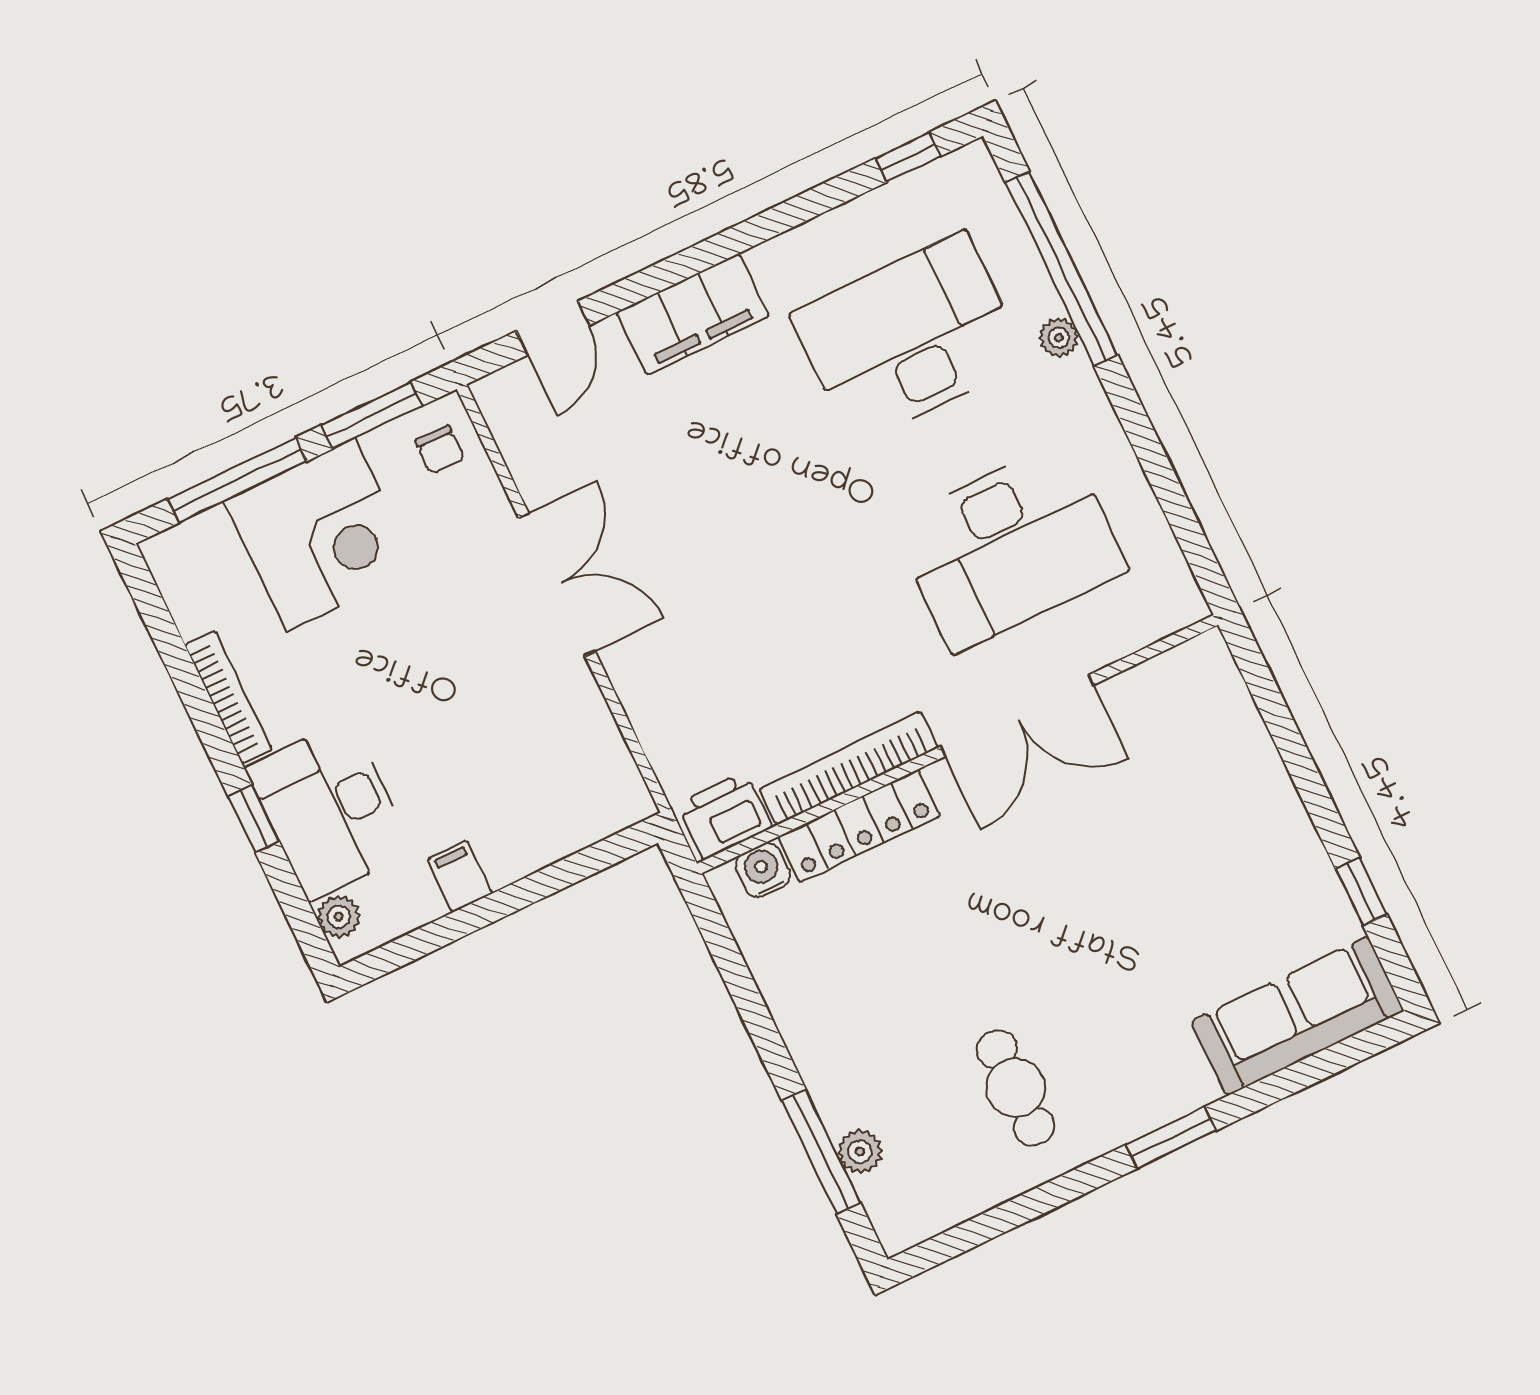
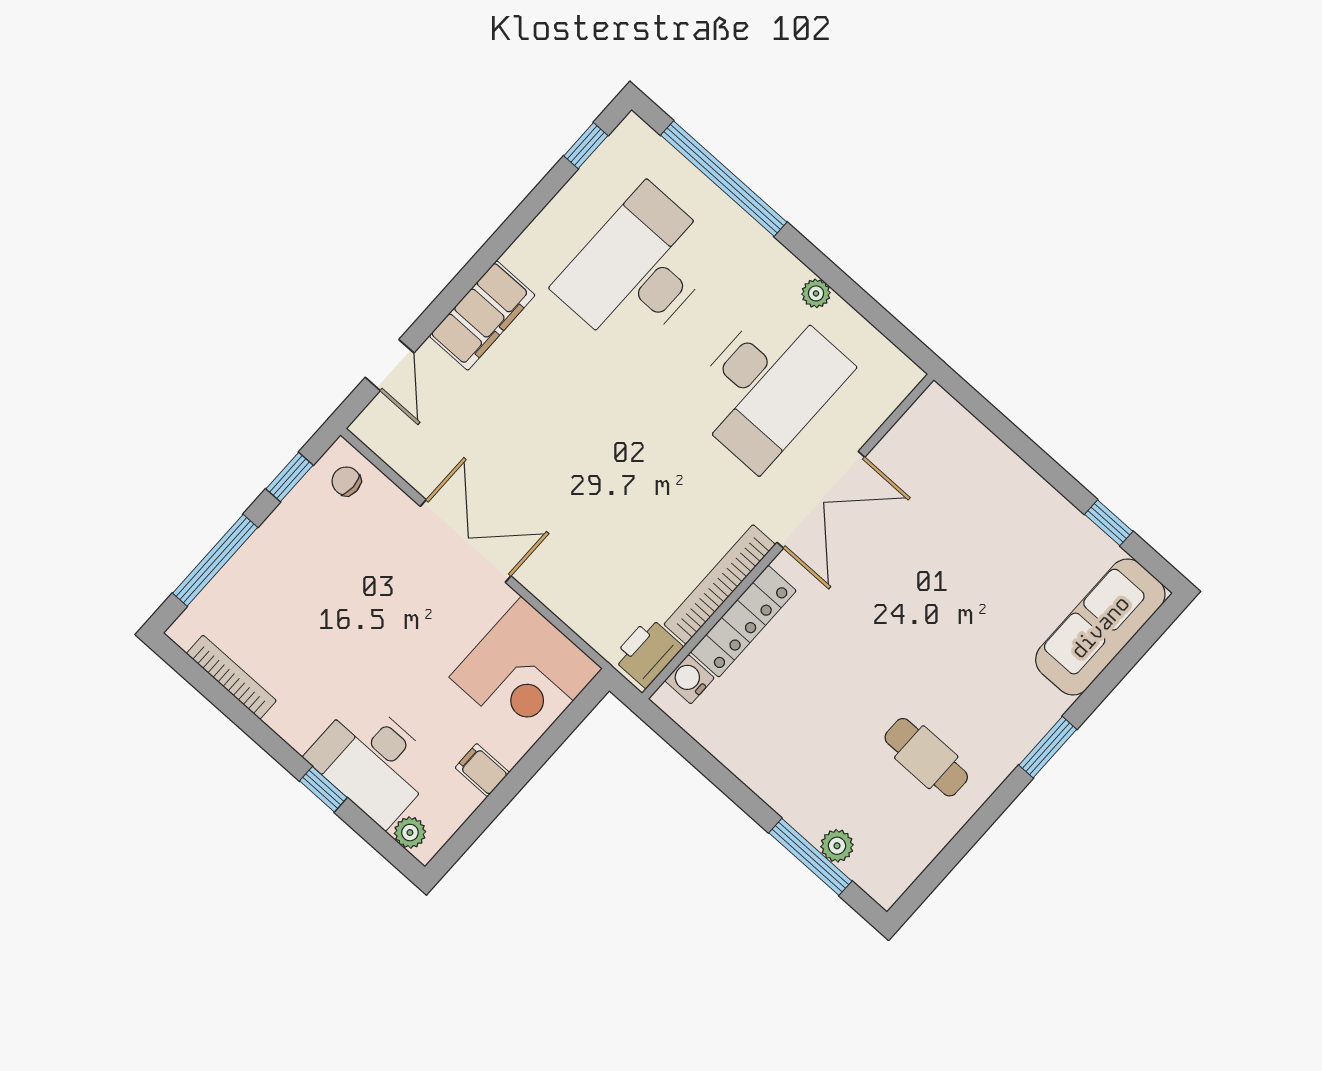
plant: (1059, 338) -> (816, 293), moved
window: (372, 415) -> (289, 477), width x0.67
chair: (440, 450) -> (346, 481), turned 180
corner desk: (321, 535) -> (526, 673), moved, turned 90
bookcase: (228, 697) -> (231, 677), moved

